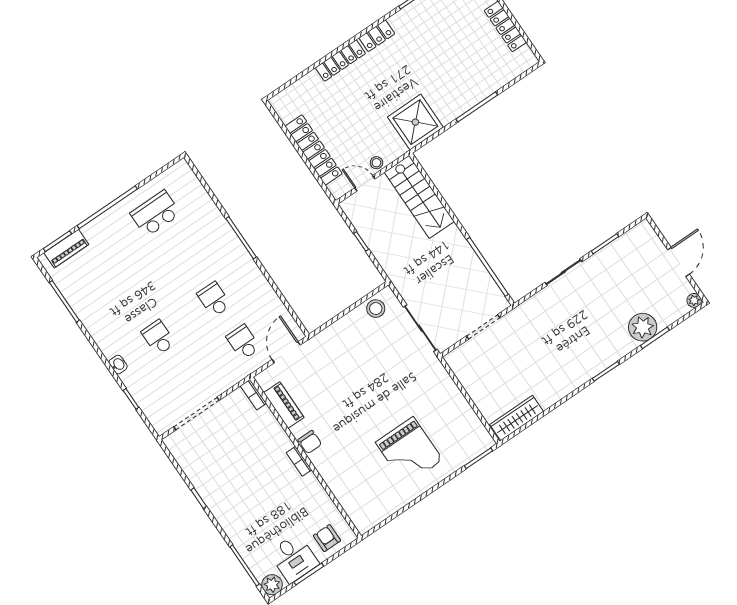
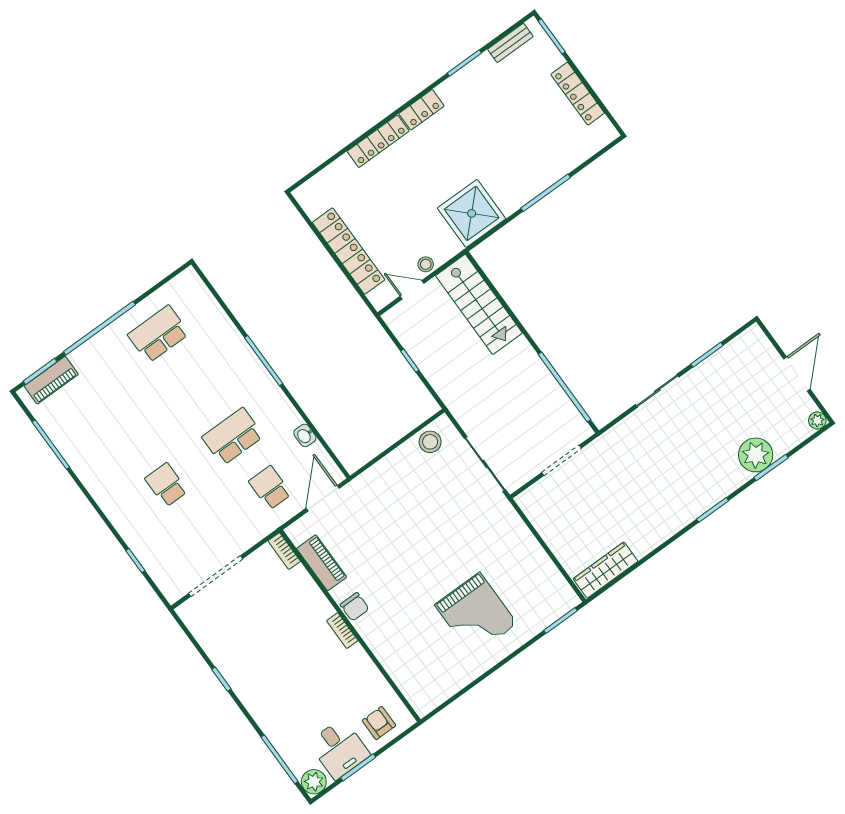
school desk: (214, 299) -> (233, 437), width x1.85
washbasin: (118, 365) -> (305, 435), moved, turned 180

